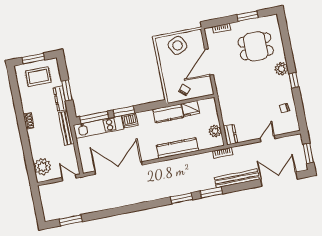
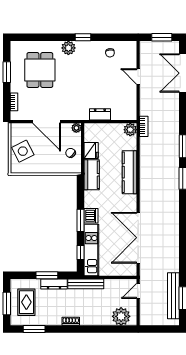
window: (15, 89) -> (34, 329), added
plant: (209, 91) -> (76, 128), added
window: (94, 117) -> (80, 253), width x0.46
plant: (215, 131) -> (130, 130), moved
dresser: (230, 135) -> (100, 114), moved
bench: (237, 178) -> (173, 296), moved

